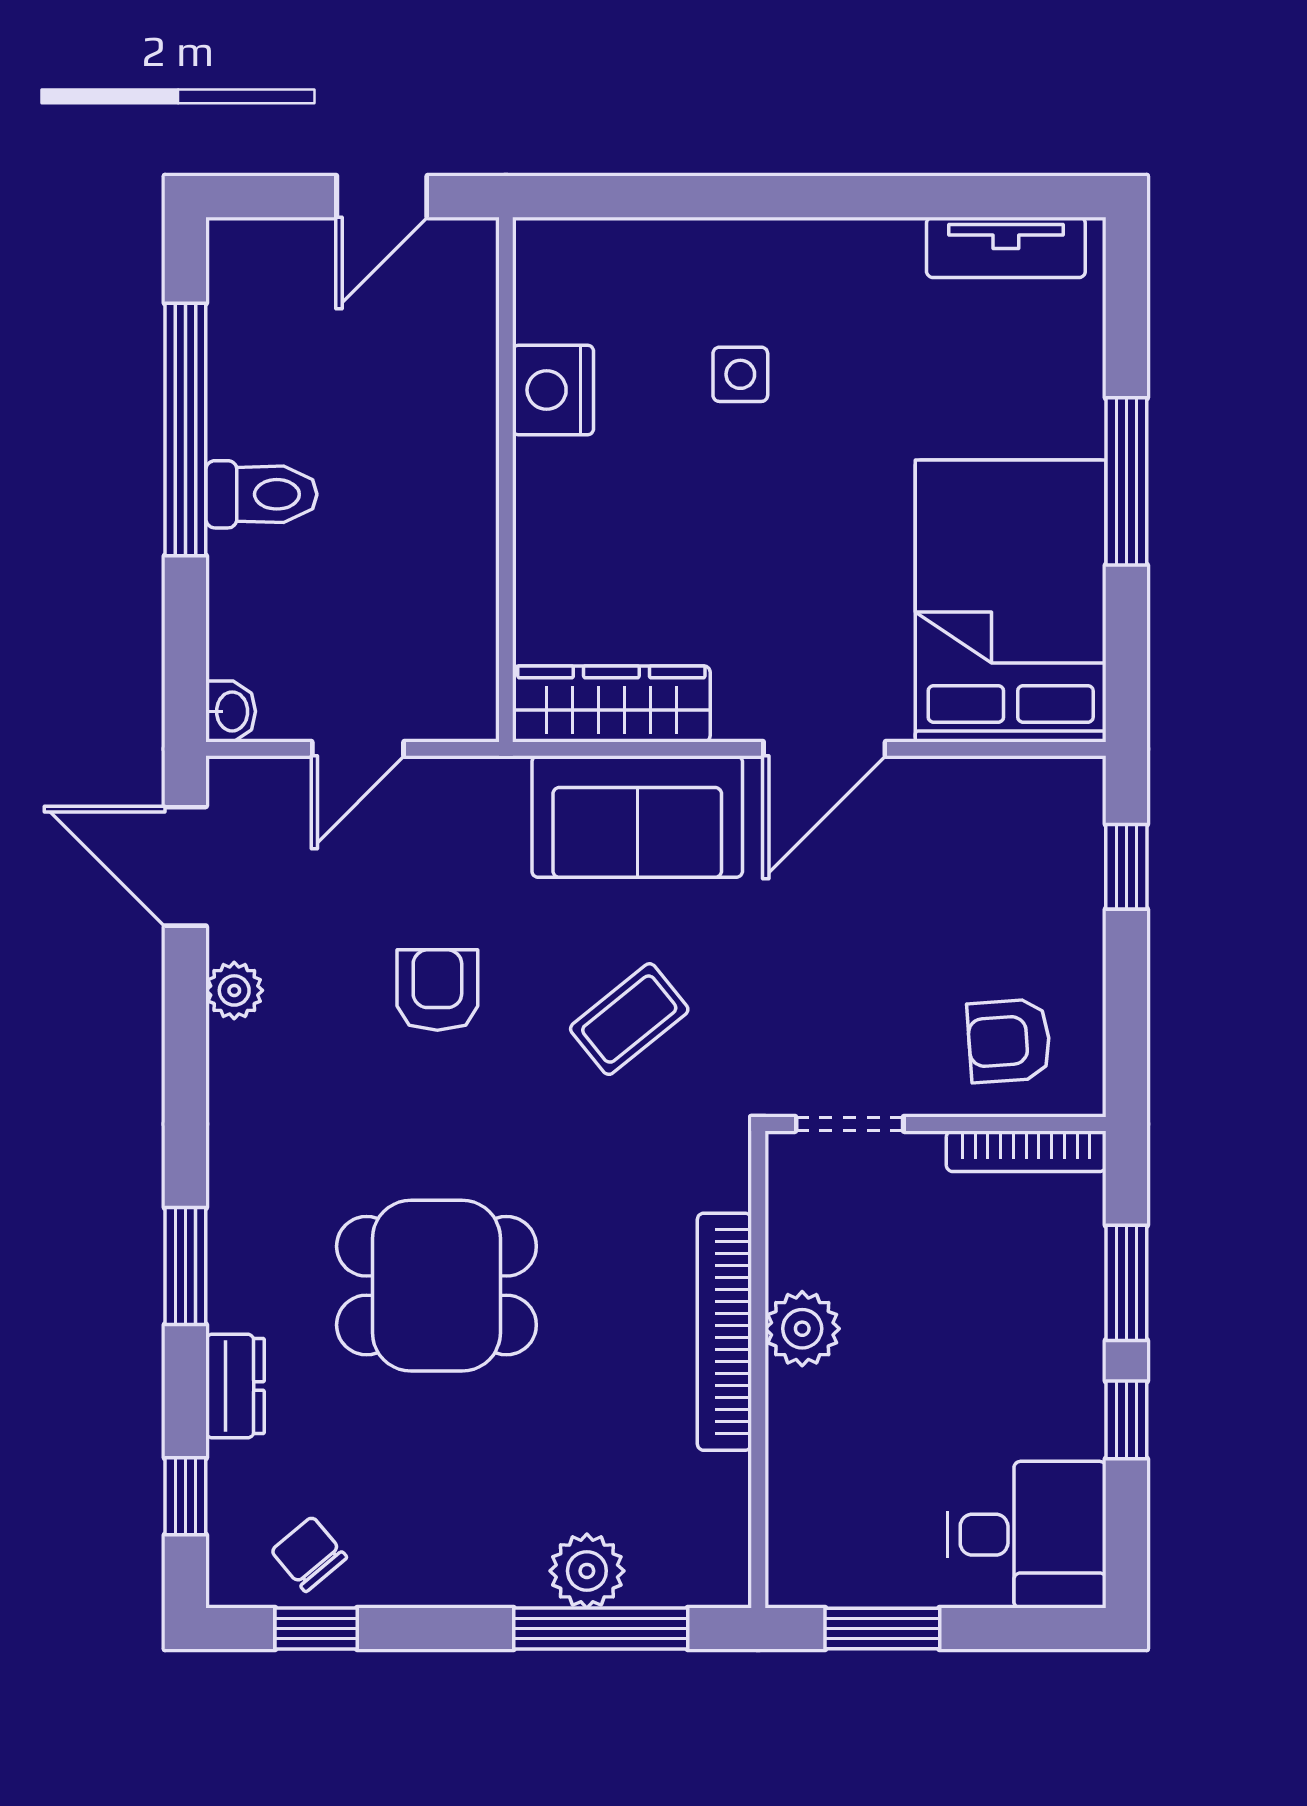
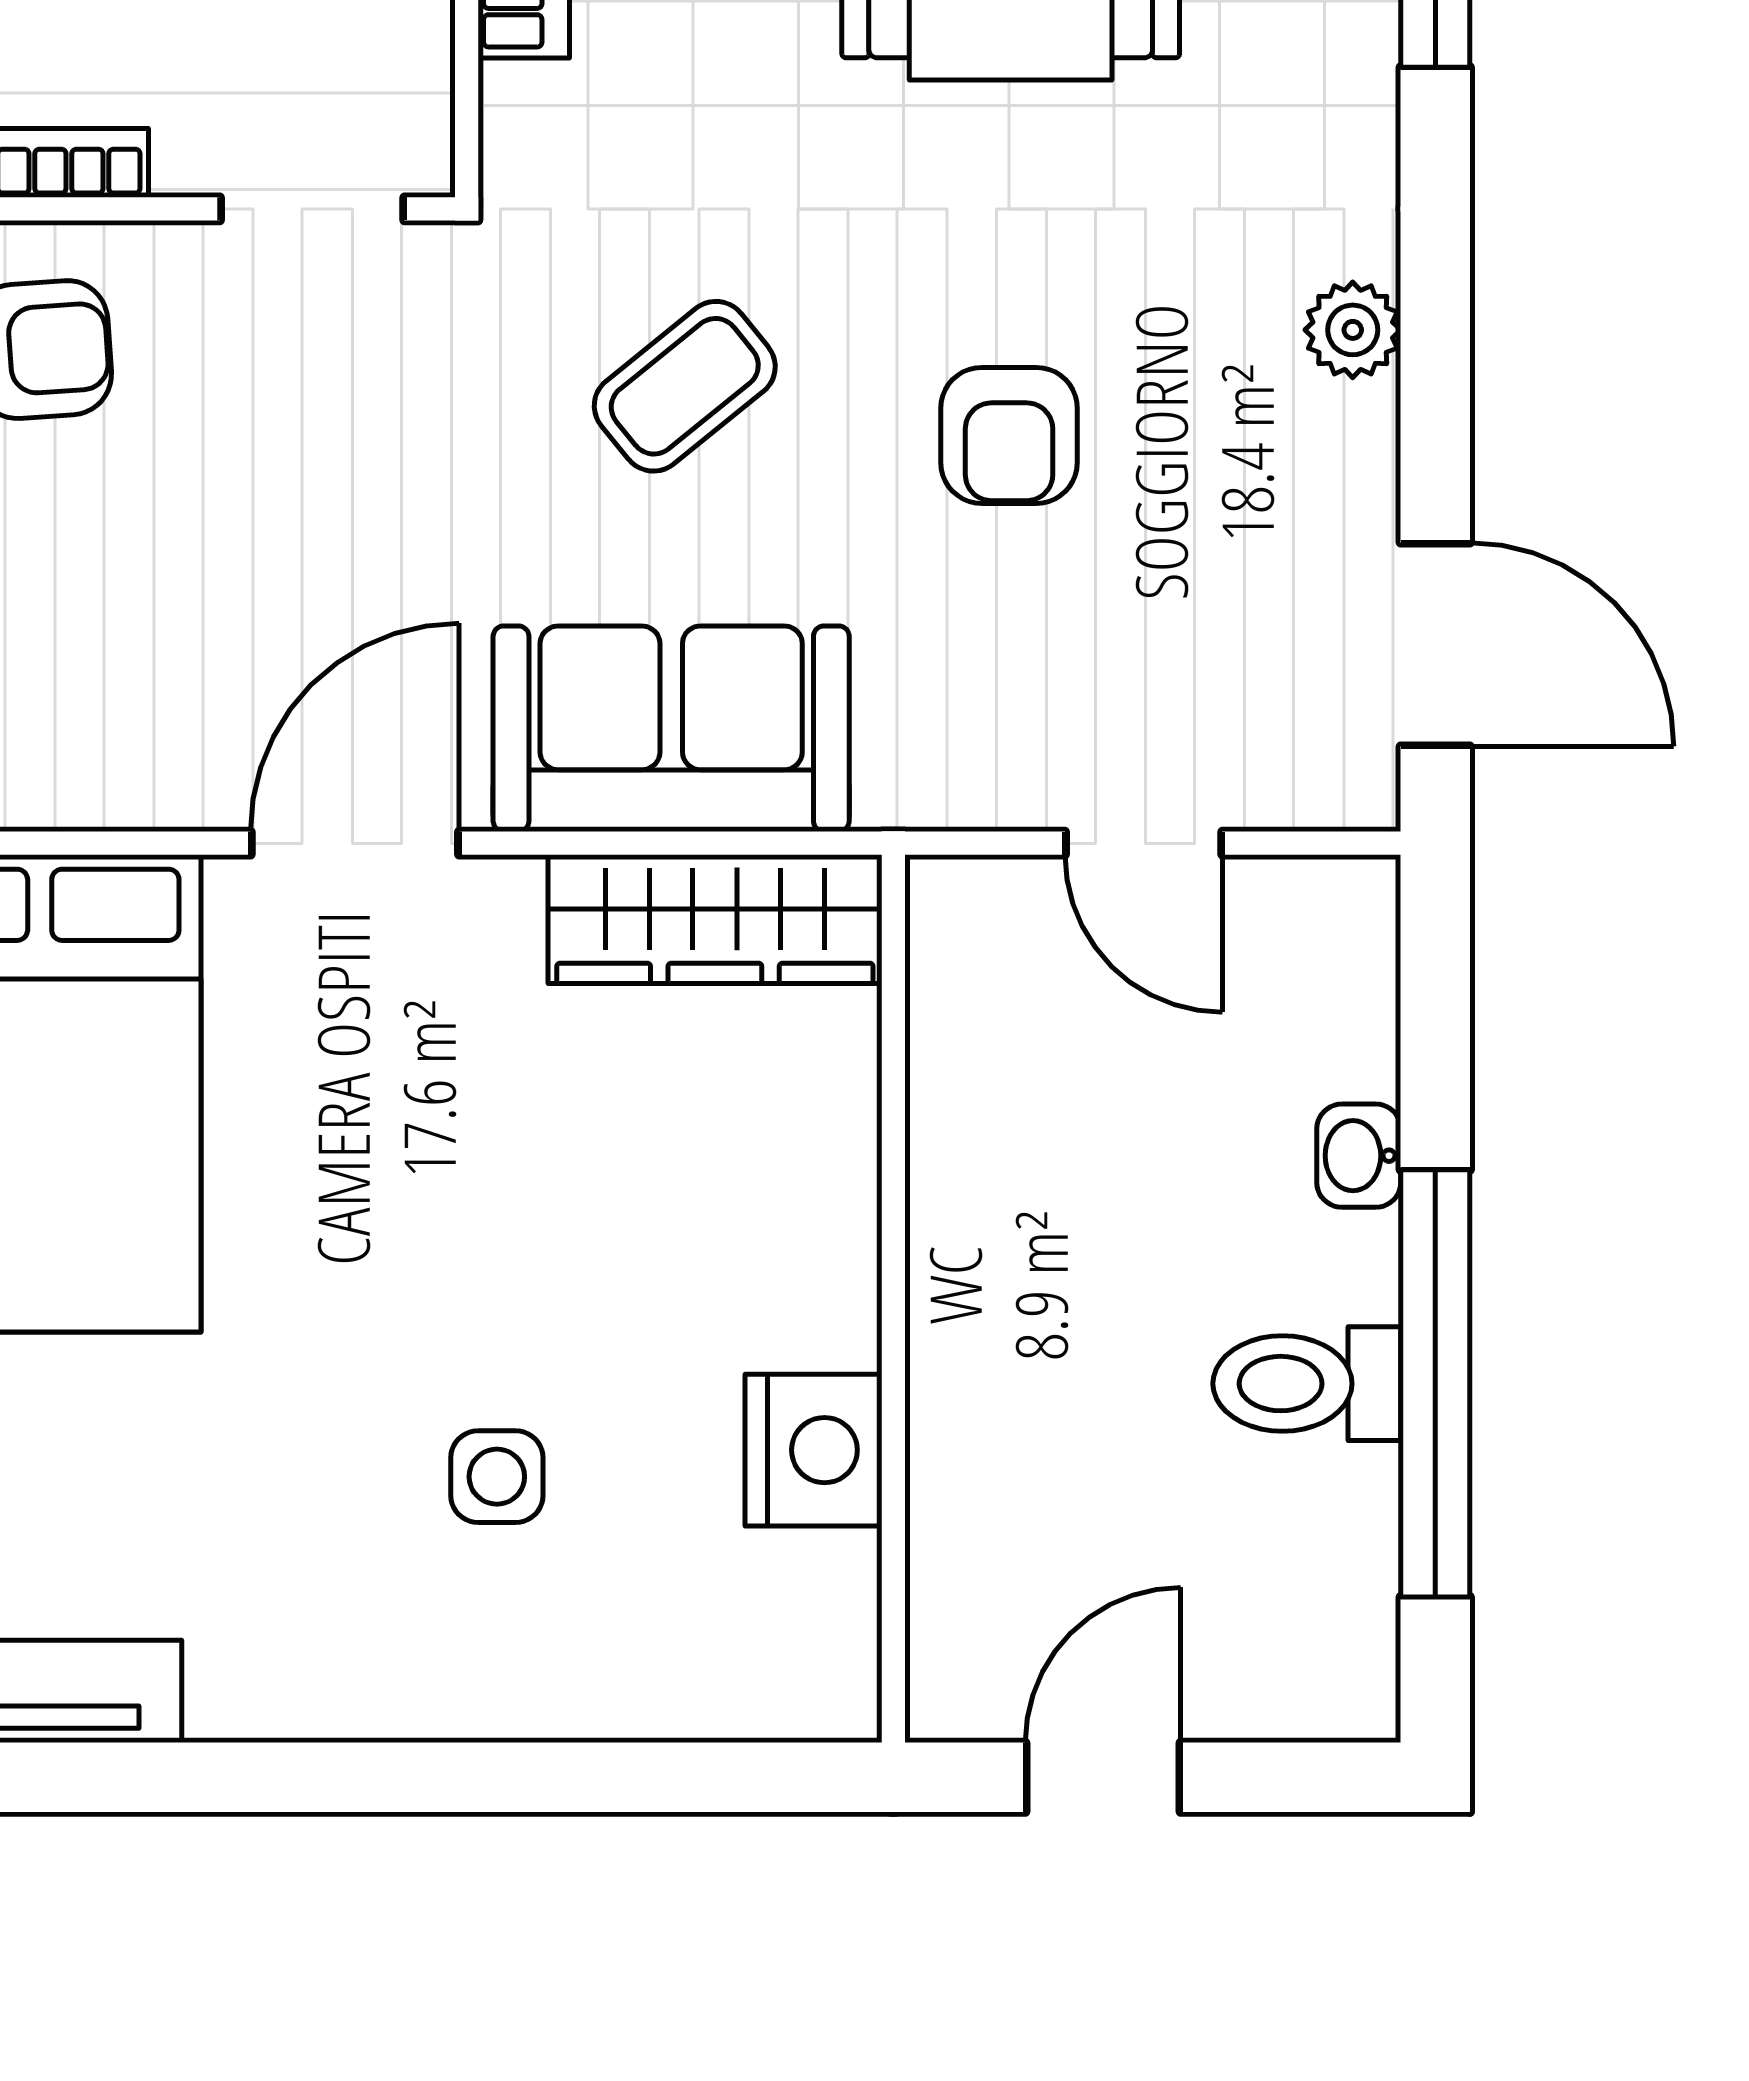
toilet: (261, 494) -> (1307, 1384), moved
washbasin: (231, 711) -> (1359, 1156), moved
door: (358, 749) -> (1144, 843), swing flipped
plant: (234, 990) -> (1353, 330), moved

